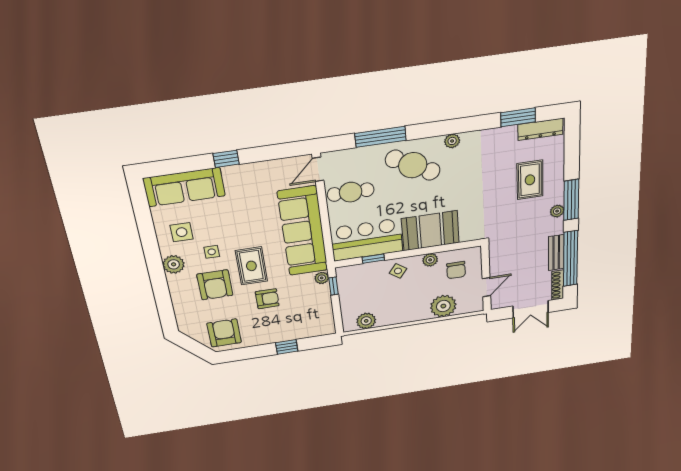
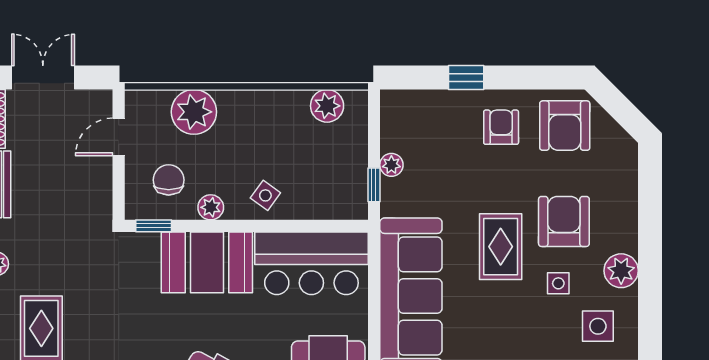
window: (373, 259) -> (154, 226), moved
plant: (322, 278) -> (391, 165), moved
armchair: (267, 299) -> (501, 127), moved, turned 90

